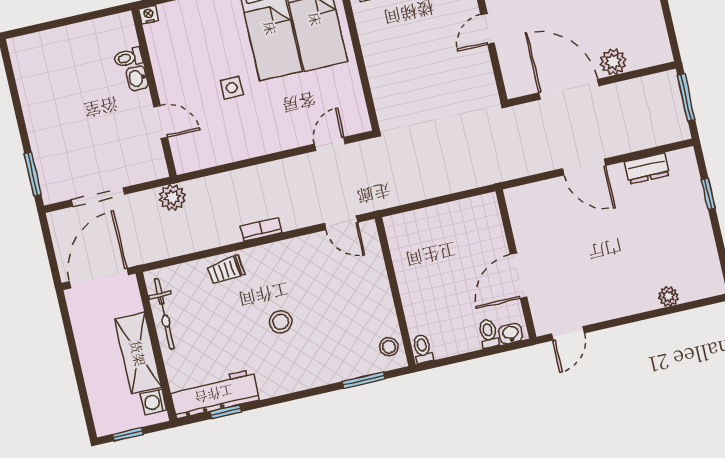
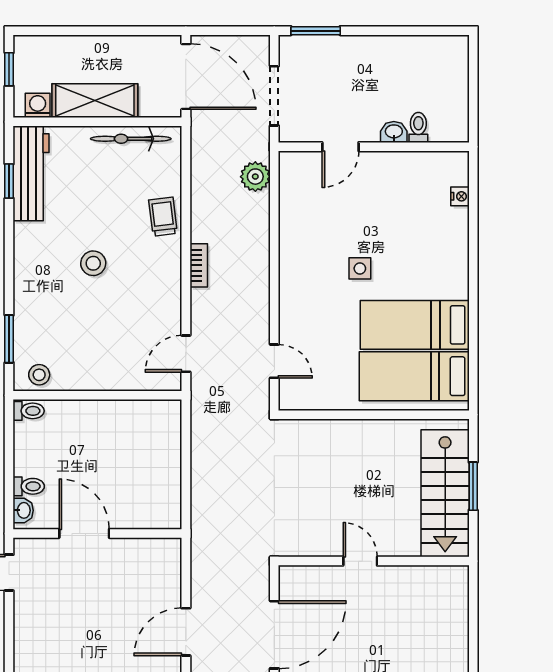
toilet: (128, 58) -> (418, 127), moved
washbasin: (137, 78) -> (394, 132), moved
wall: (154, 93) -> (374, 147), moved
door: (161, 122) -> (340, 147), moved

